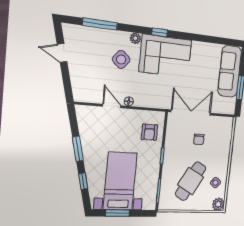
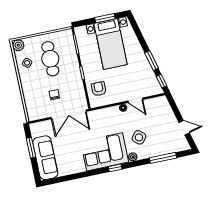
window: (83, 181) -> (161, 81), moved
cafe table: (191, 181) -> (50, 59), turned -30

